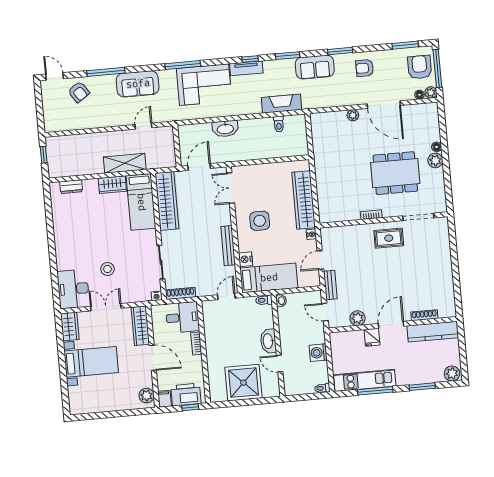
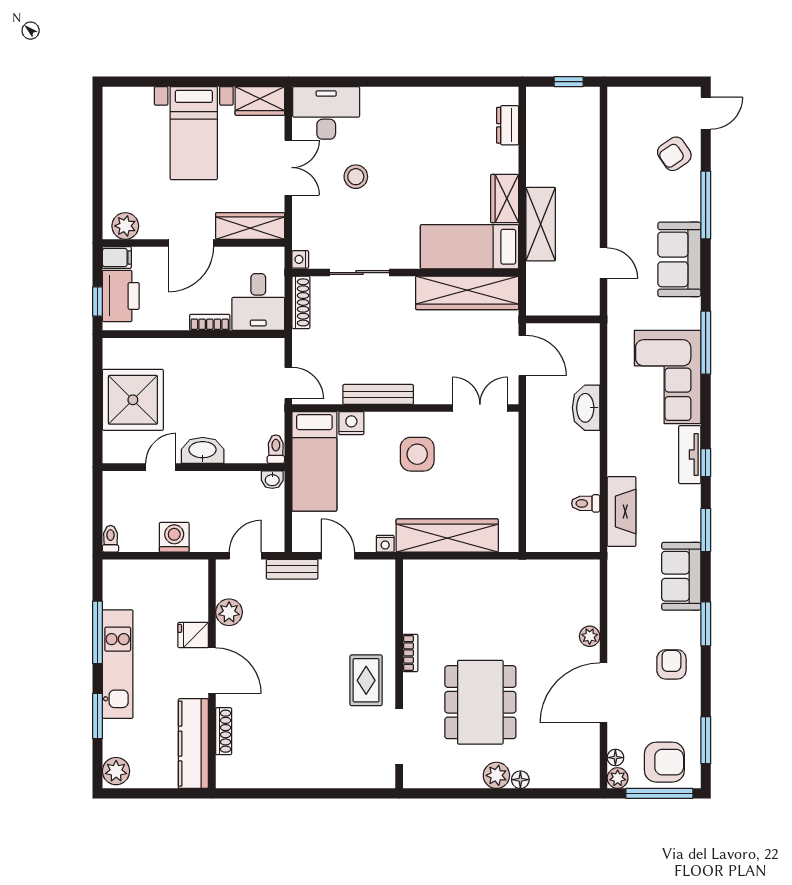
kitchen unit: (365, 380) -> (118, 664), moved

